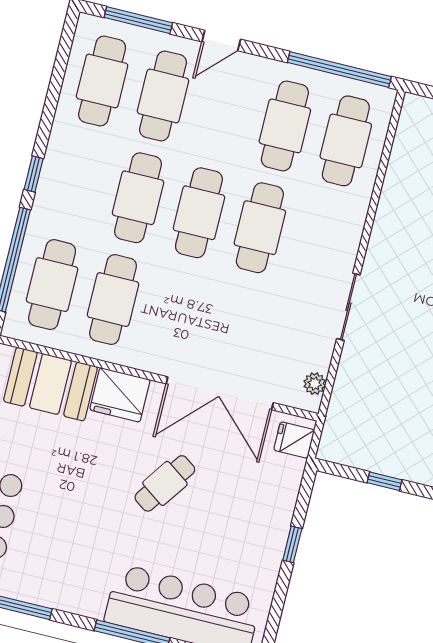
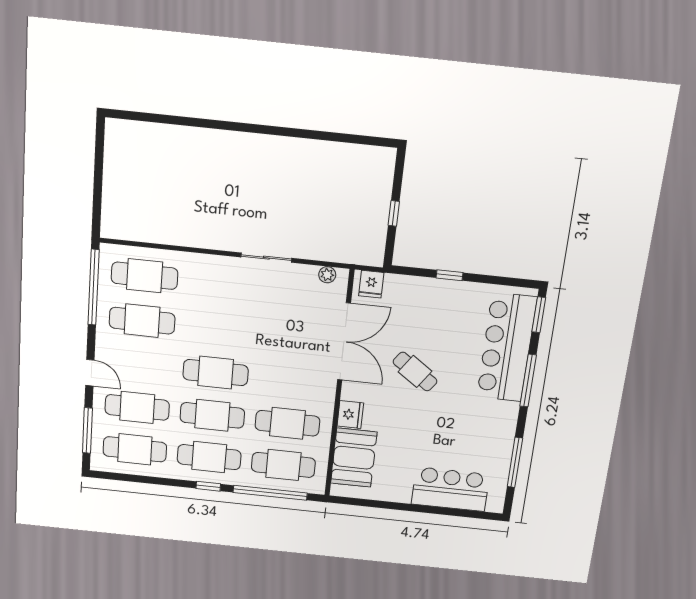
cafe table: (260, 228) -> (209, 457), moved
fridge: (120, 395) -> (350, 414), width x0.73, depth x0.75

